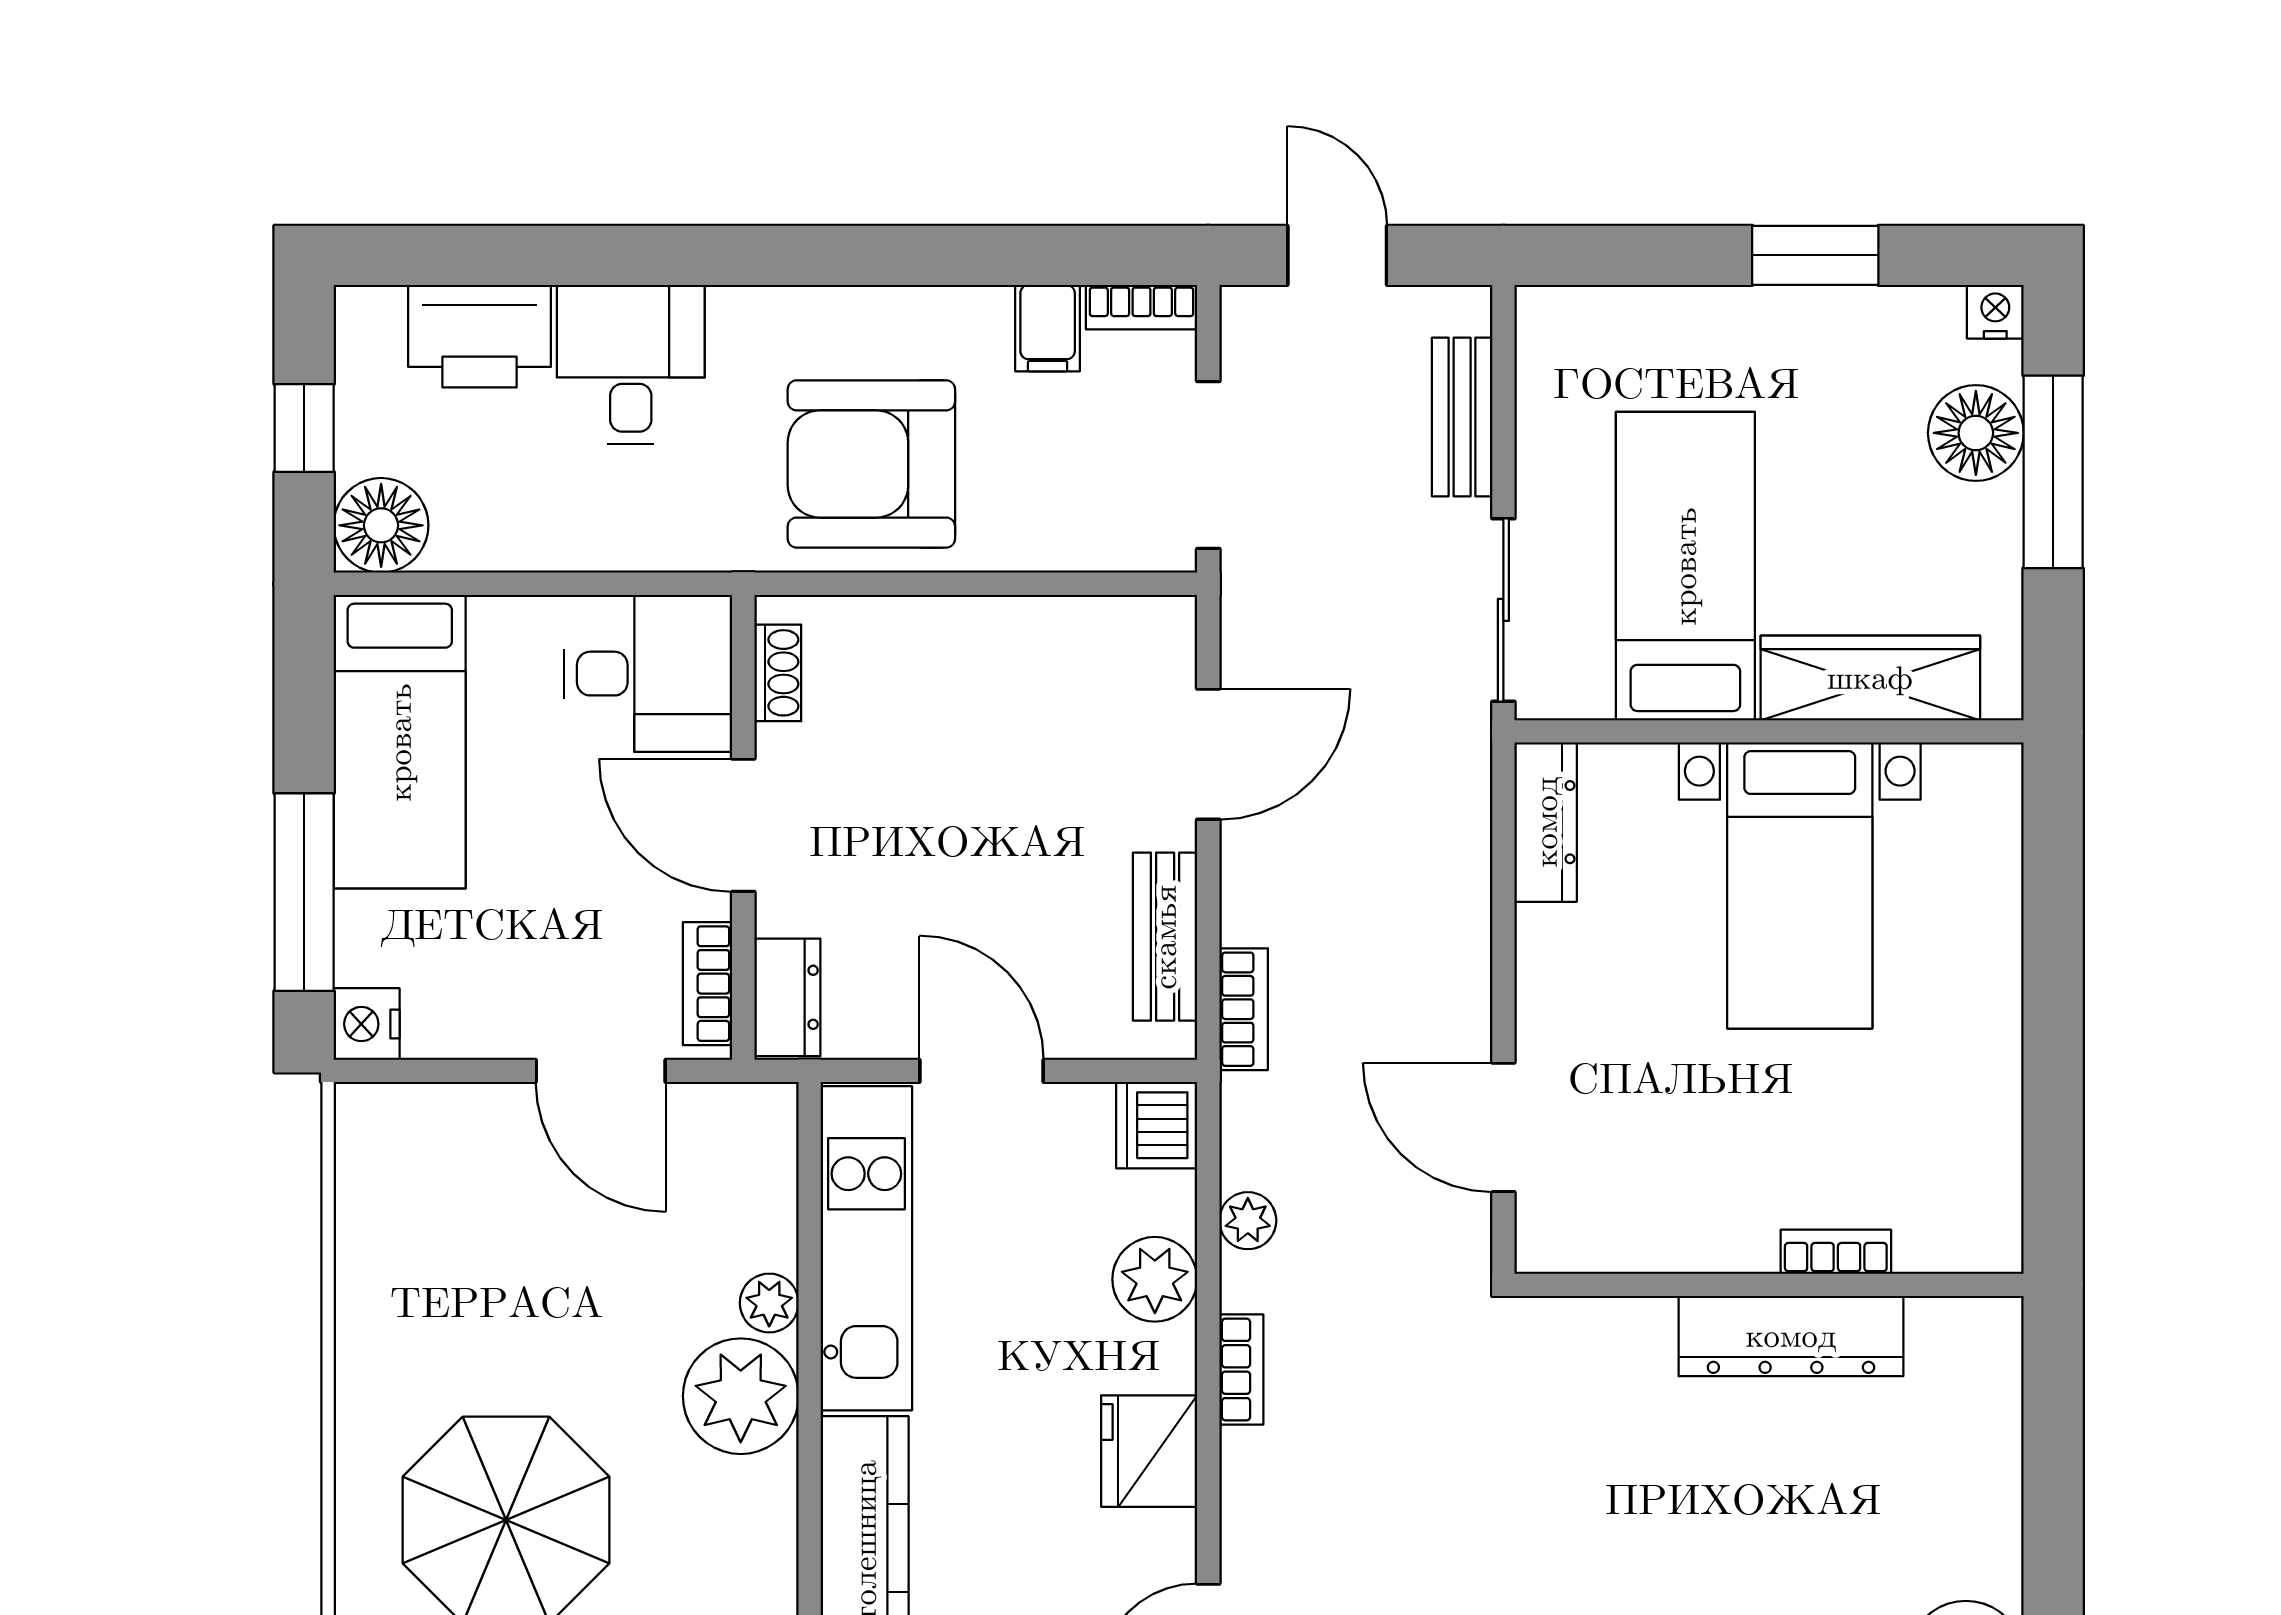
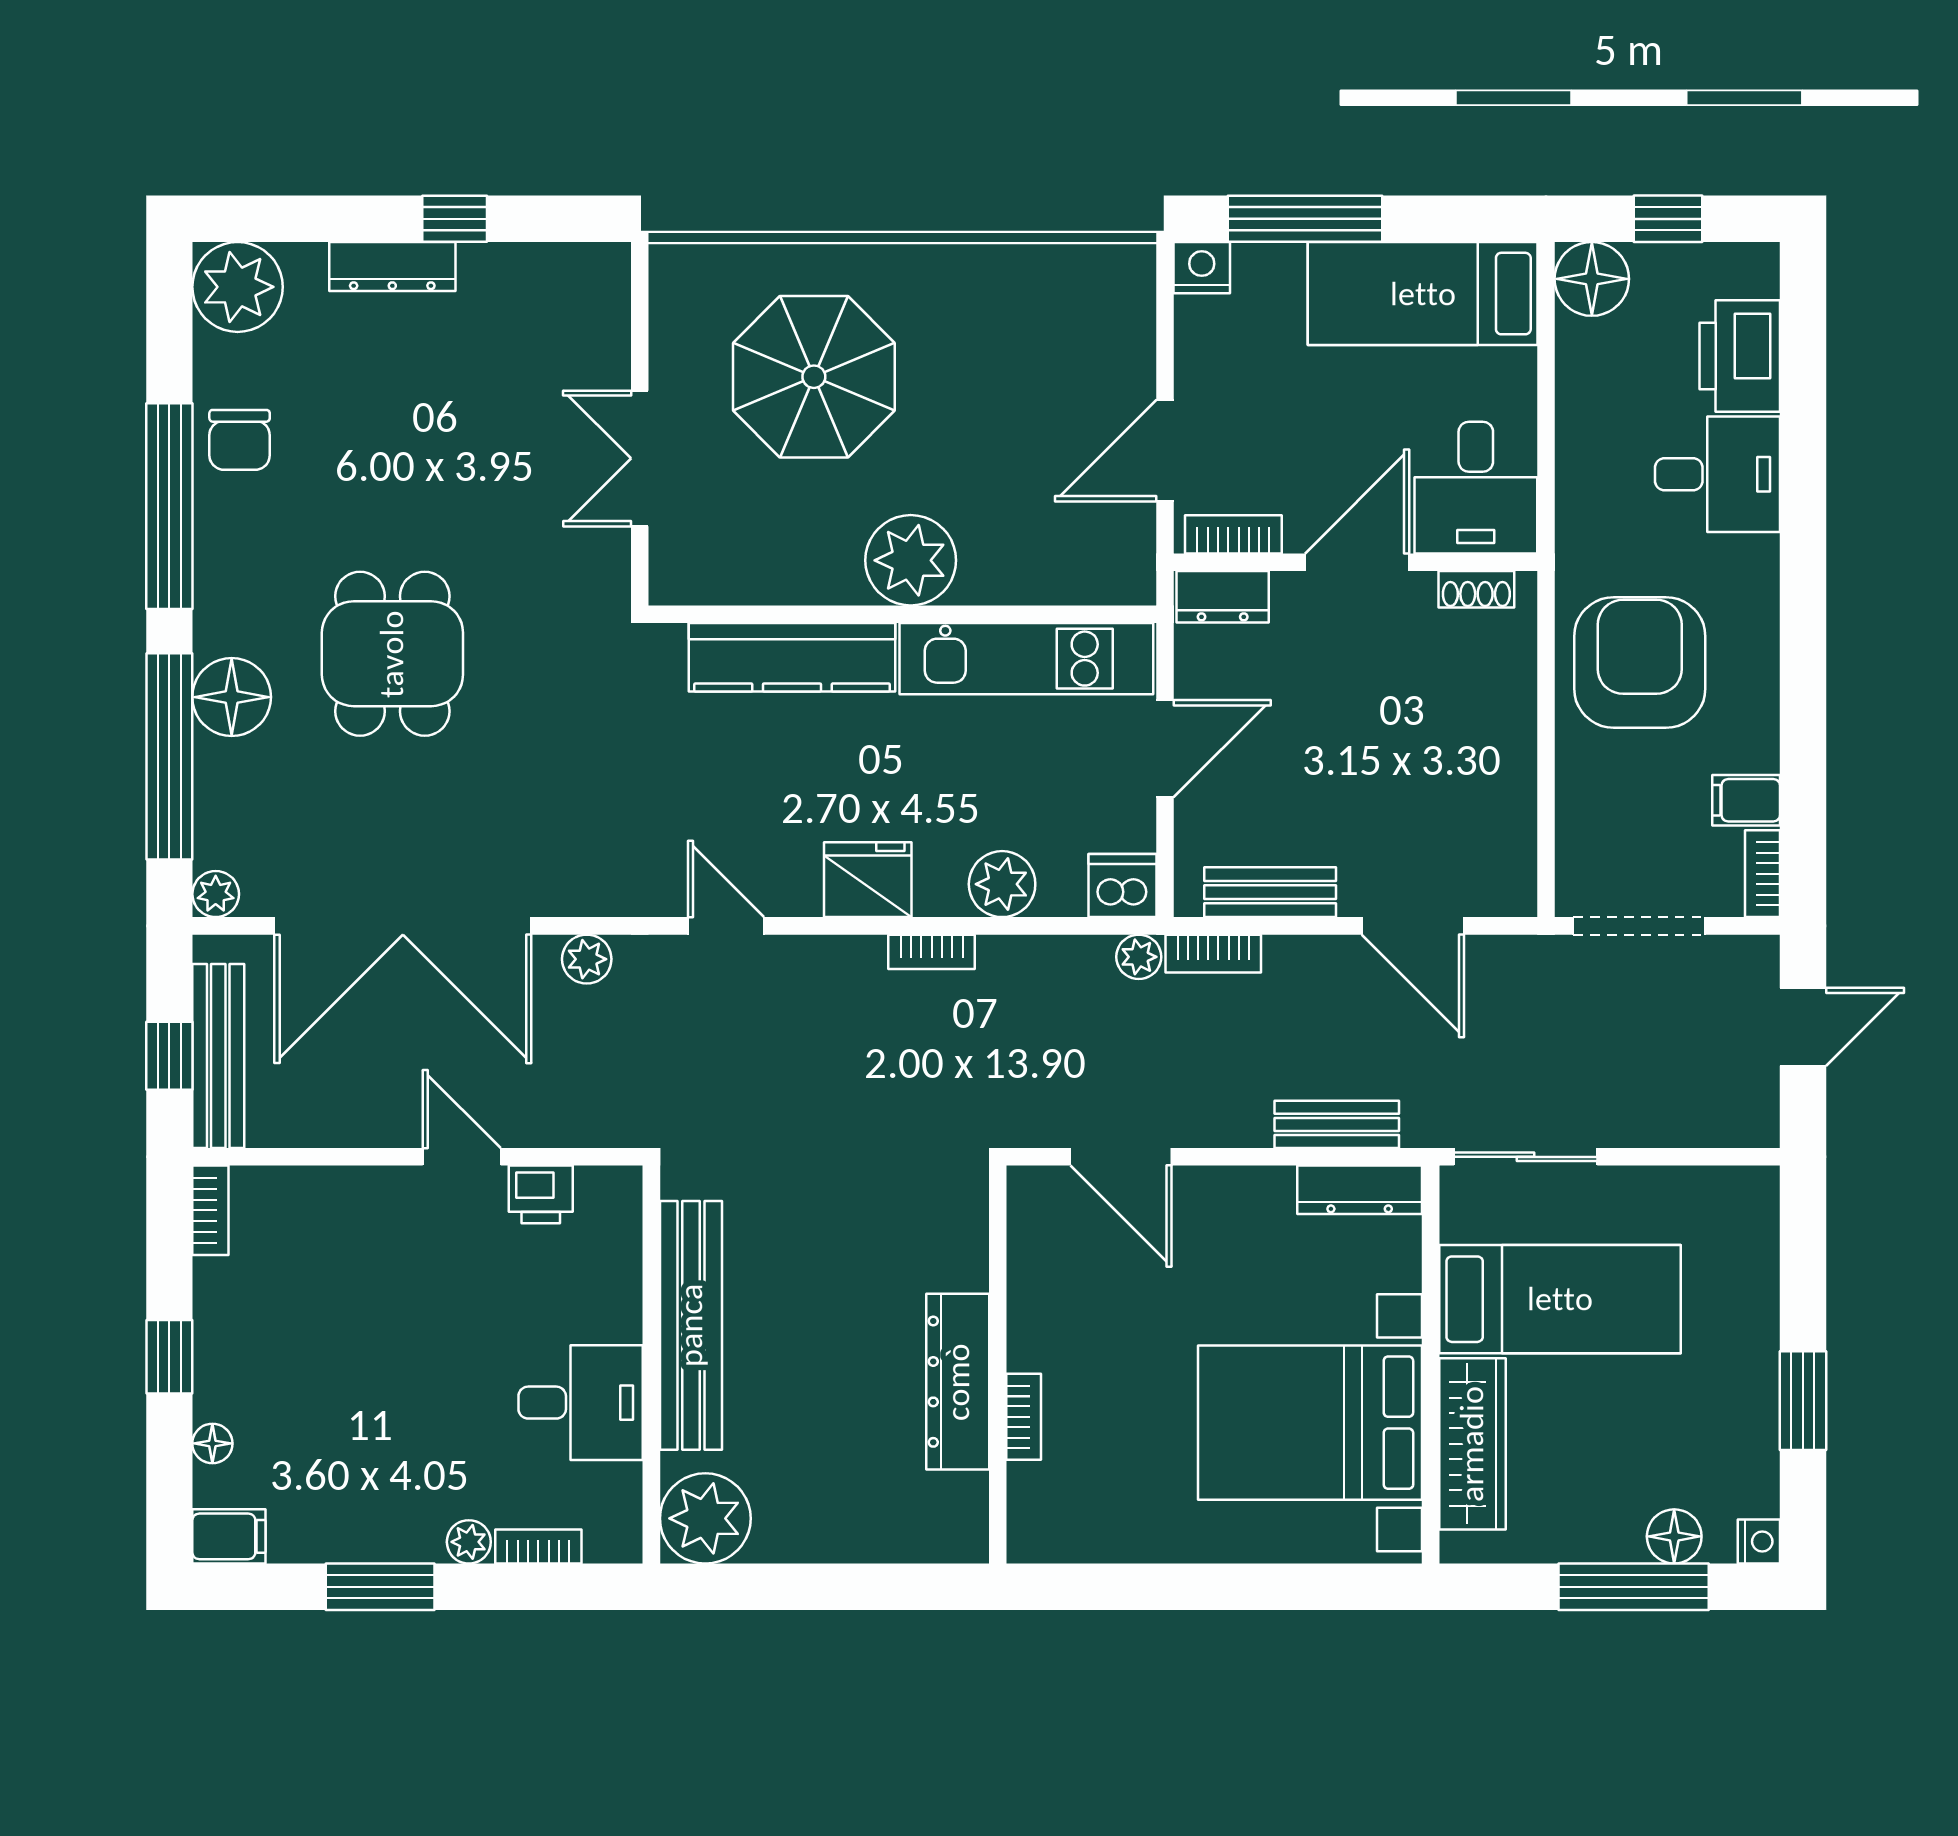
bench: (1462, 417) -> (1337, 1124), moved
floor lamp: (1976, 433) -> (1674, 1536), width x0.73, depth x0.73
bed with nightstands: (1800, 886) -> (1310, 1423), width x1.36
door: (1503, 1127) -> (1121, 1157), swing flipped
plant: (1248, 1221) -> (1139, 957), moved
plant: (769, 1303) -> (984, 583), removed

